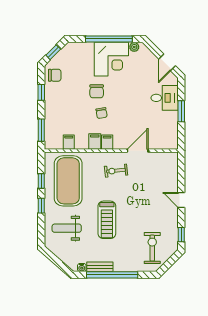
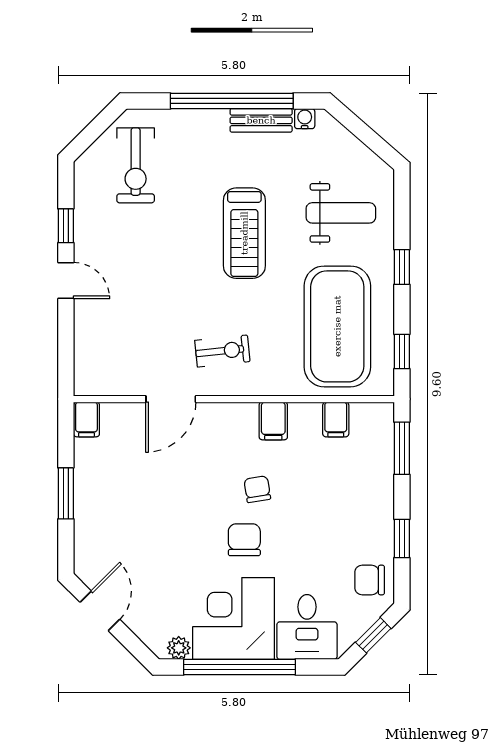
chair: (97, 91) -> (244, 540), moved
desk: (165, 98) -> (307, 627), moved, turned -90
filing cabinet: (107, 142) -> (86, 419), moved
window: (41, 181) -> (402, 351), moved
treadmill: (107, 220) -> (244, 233), turned 180
window: (181, 235) -> (66, 226), moved

